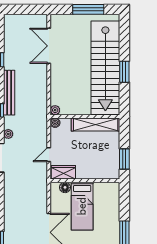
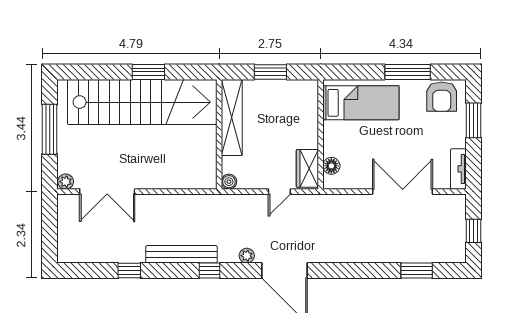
plant: (55, 110) -> (66, 182), moved
door: (49, 155) -> (279, 192), hinge flipped
window: (124, 159) -> (270, 72), moved
bed: (82, 206) -> (361, 103), moved

